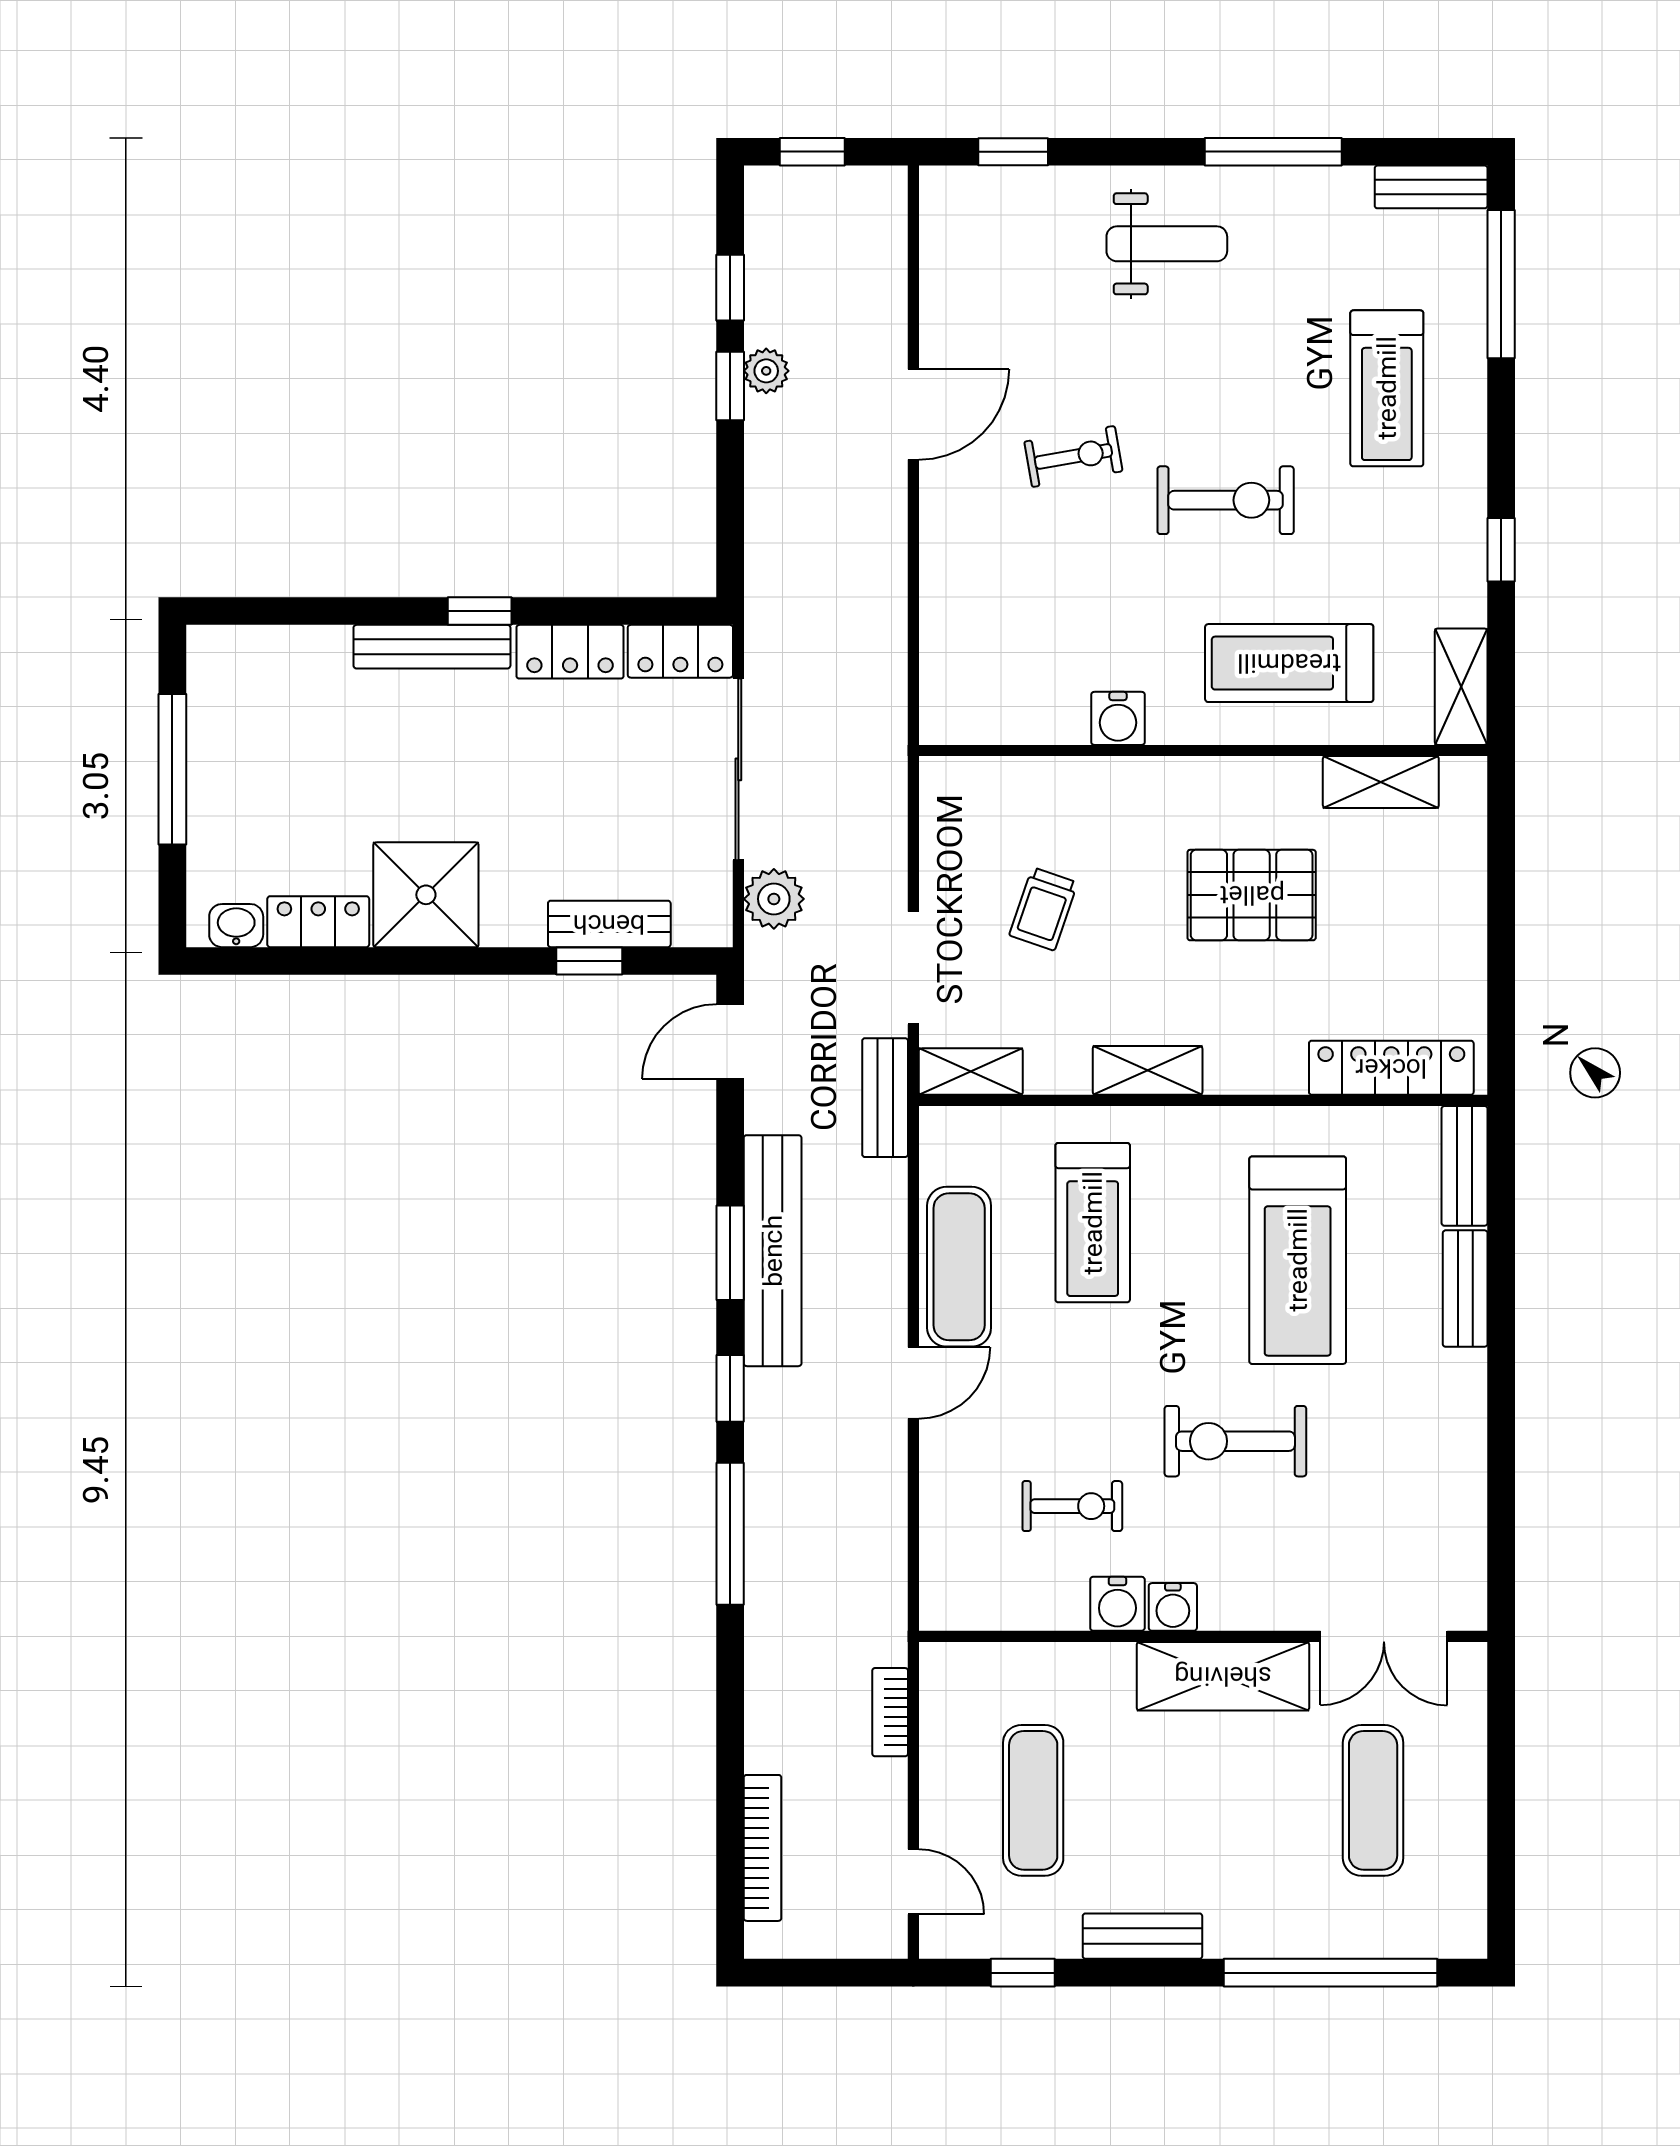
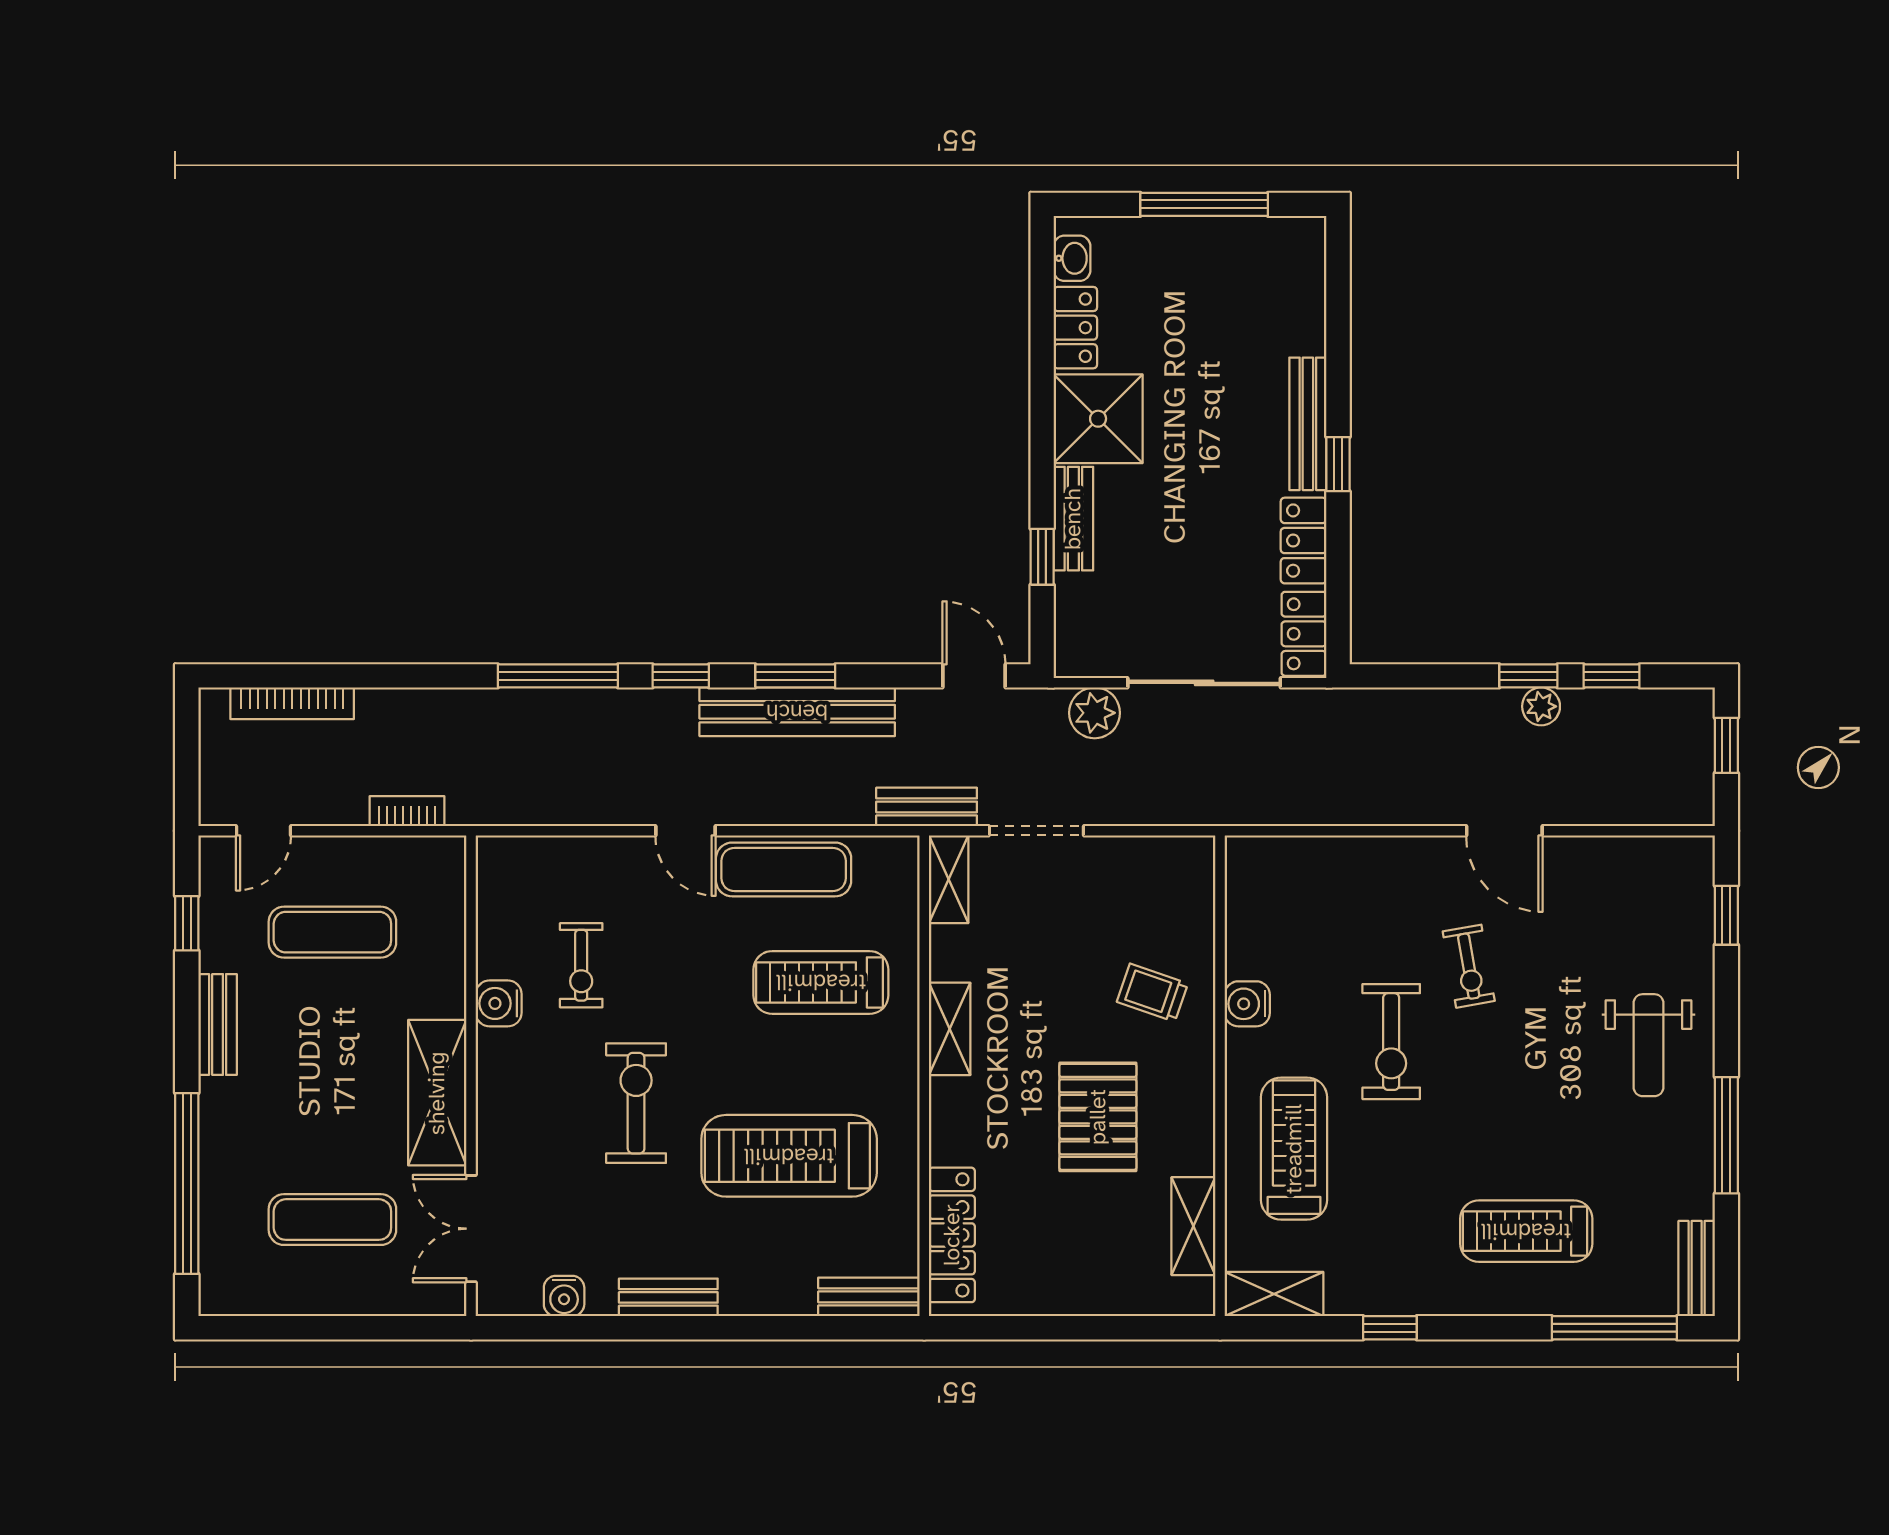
exercise bike: (1226, 500) -> (1391, 1042), moved
trolley: (1043, 909) -> (1152, 993), moved
bench: (609, 924) -> (1073, 519), moved
bench: (1465, 1289) -> (668, 1297), moved
water cooler: (1173, 1607) -> (564, 1296), moved, turned -90

